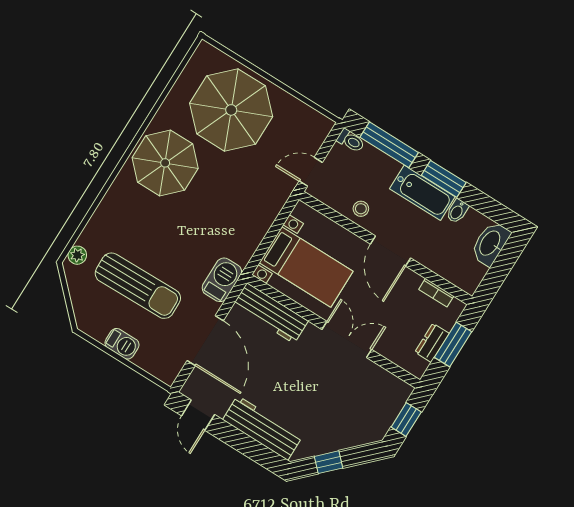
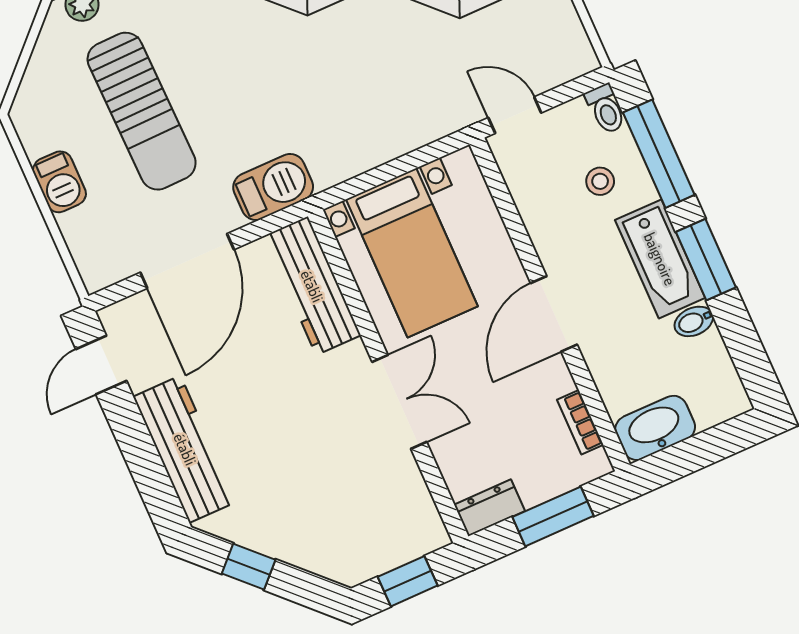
stool: (361, 209) -> (600, 181), moved
washbasin: (490, 244) -> (655, 428), moved
dresser: (432, 343) -> (490, 508), moved

